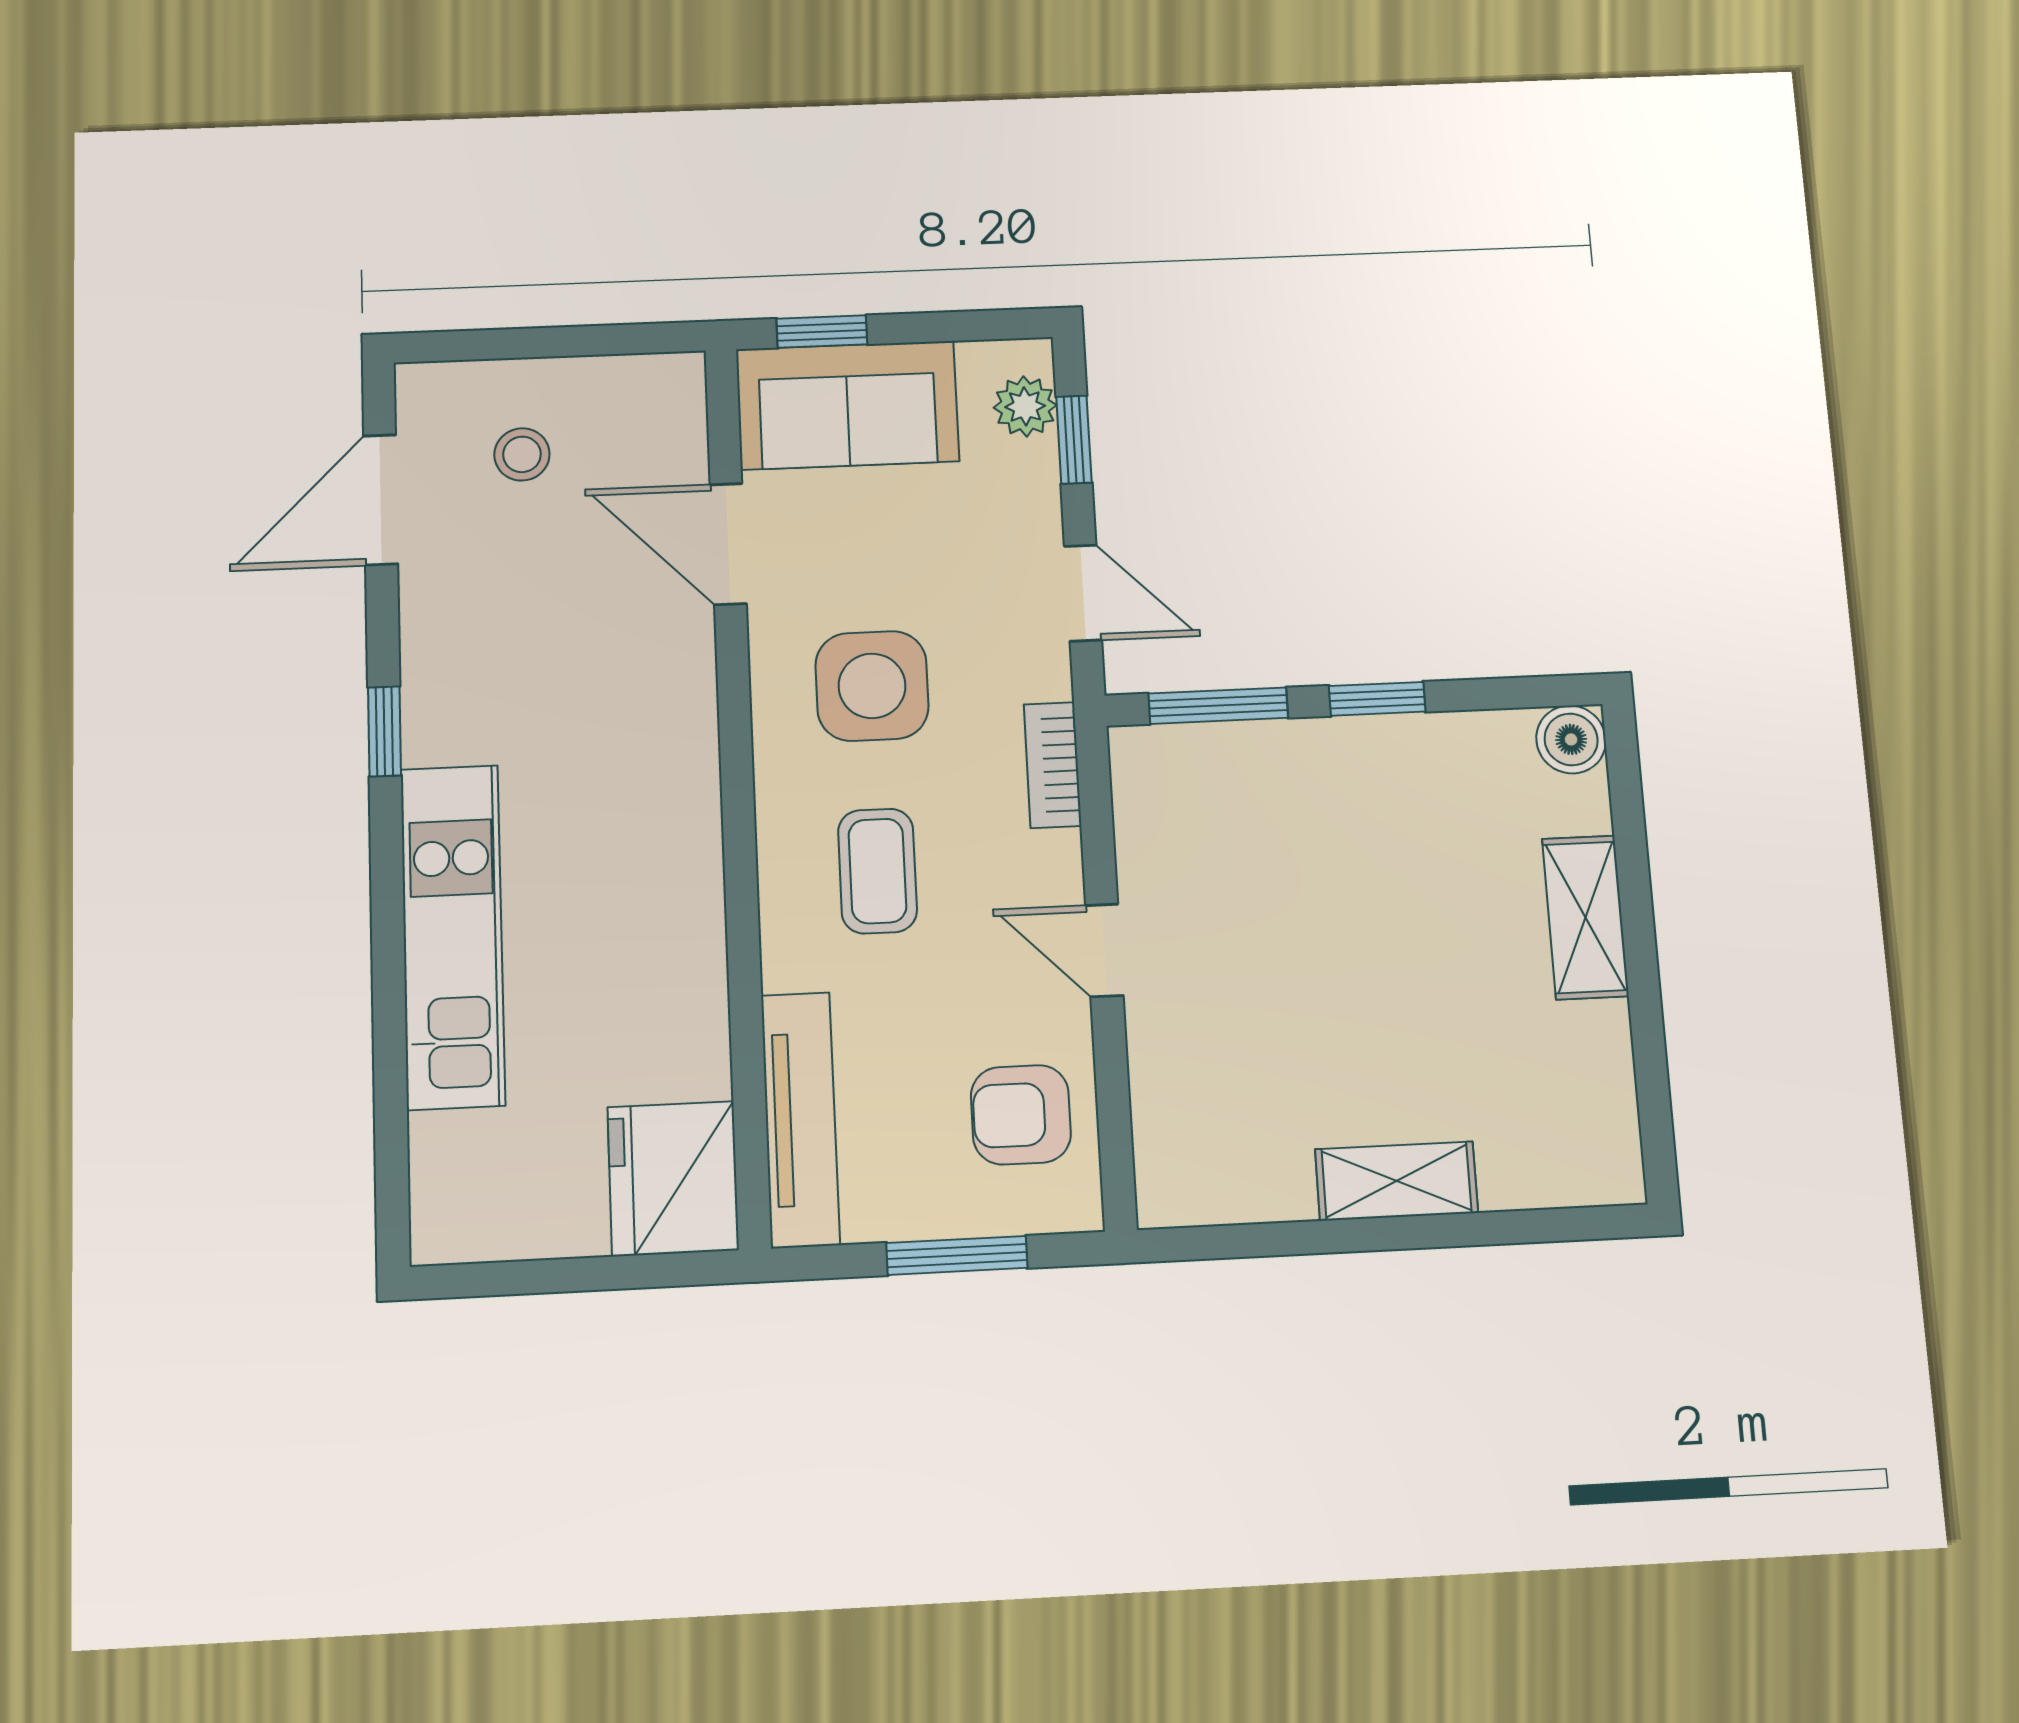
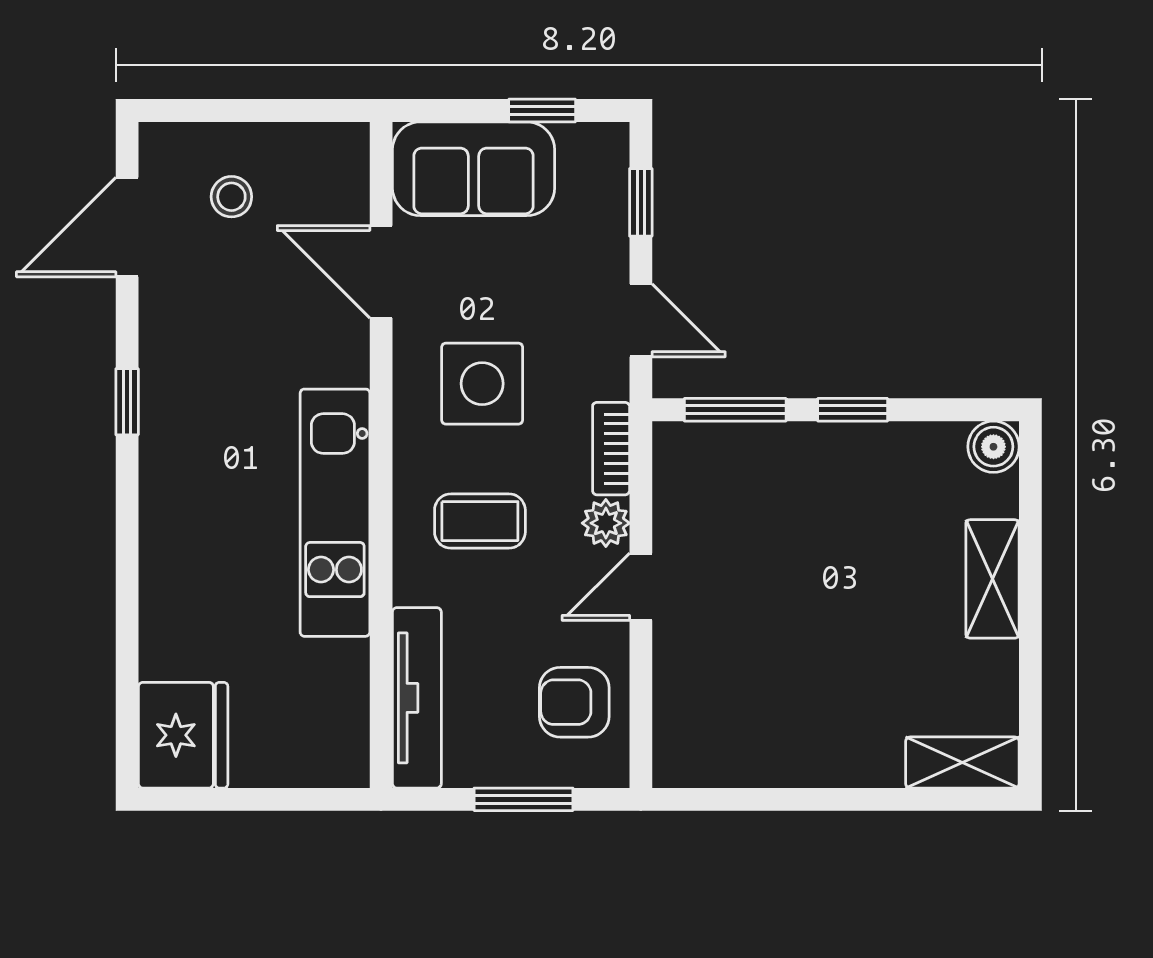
window: (822, 332) -> (542, 111), moved
plant: (1025, 406) -> (606, 523), moved
coffee table: (877, 871) -> (480, 521), turned 90
kitchen unit: (453, 936) -> (335, 513), moved, turned 180
door: (1104, 950) -> (641, 587), hinge flipped
fridge: (673, 1179) -> (183, 735), moved, turned 180
shelving: (1396, 1181) -> (962, 762), moved

